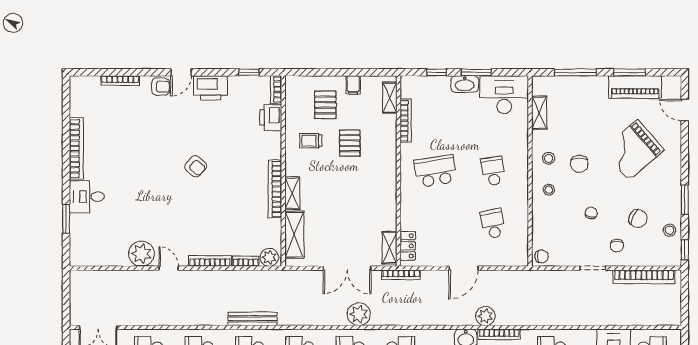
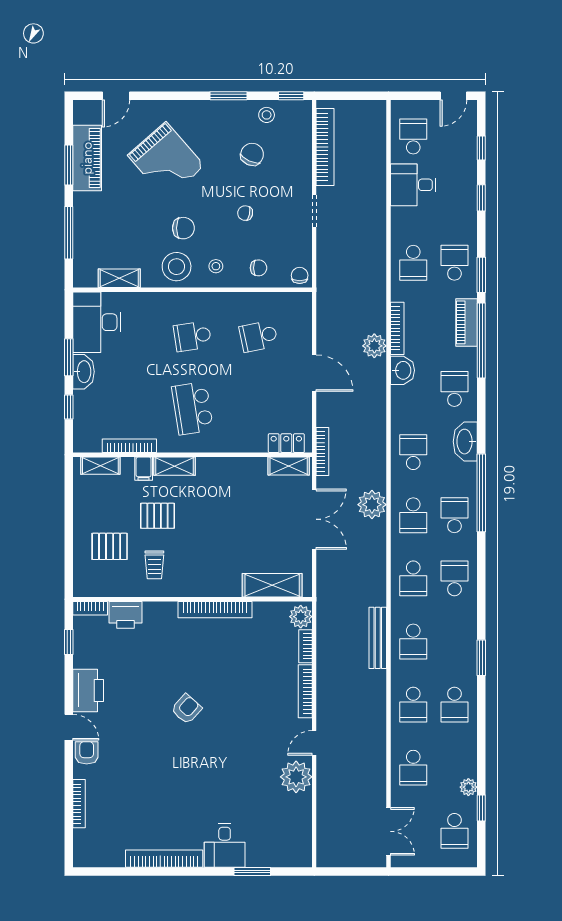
filing cabinet: (353, 85) -> (144, 469), moved, turned 90
stool: (549, 158) -> (177, 267), width x1.89, depth x1.89
shelving: (292, 193) -> (175, 466), moved
chair: (617, 246) -> (259, 268), moved

